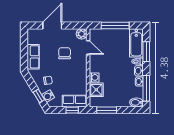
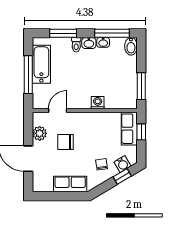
plant: (82, 34) -> (40, 133), moved
bathtub: (136, 43) -> (41, 64), moved, turned -90
shower: (96, 90) -> (114, 100), removed

